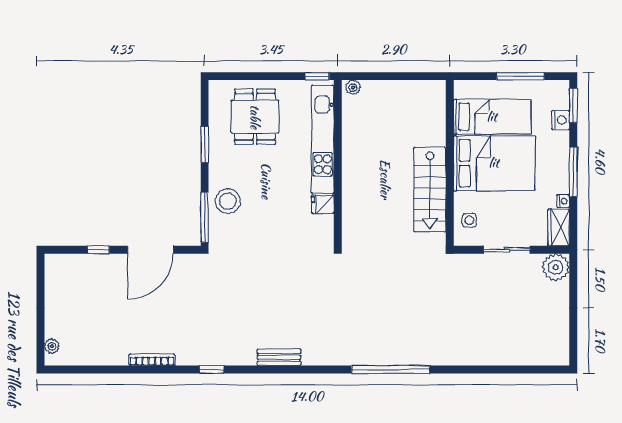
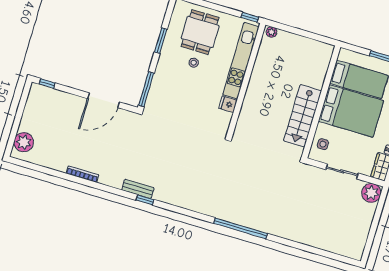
stool: (228, 201) -> (194, 63), moved, width x0.53, depth x0.53
window: (98, 250) -> (47, 83), moved
plant: (52, 346) -> (24, 142), width x1.88, depth x1.88
bench: (279, 357) -> (138, 189), moved
window: (212, 369) -> (145, 200), moved

